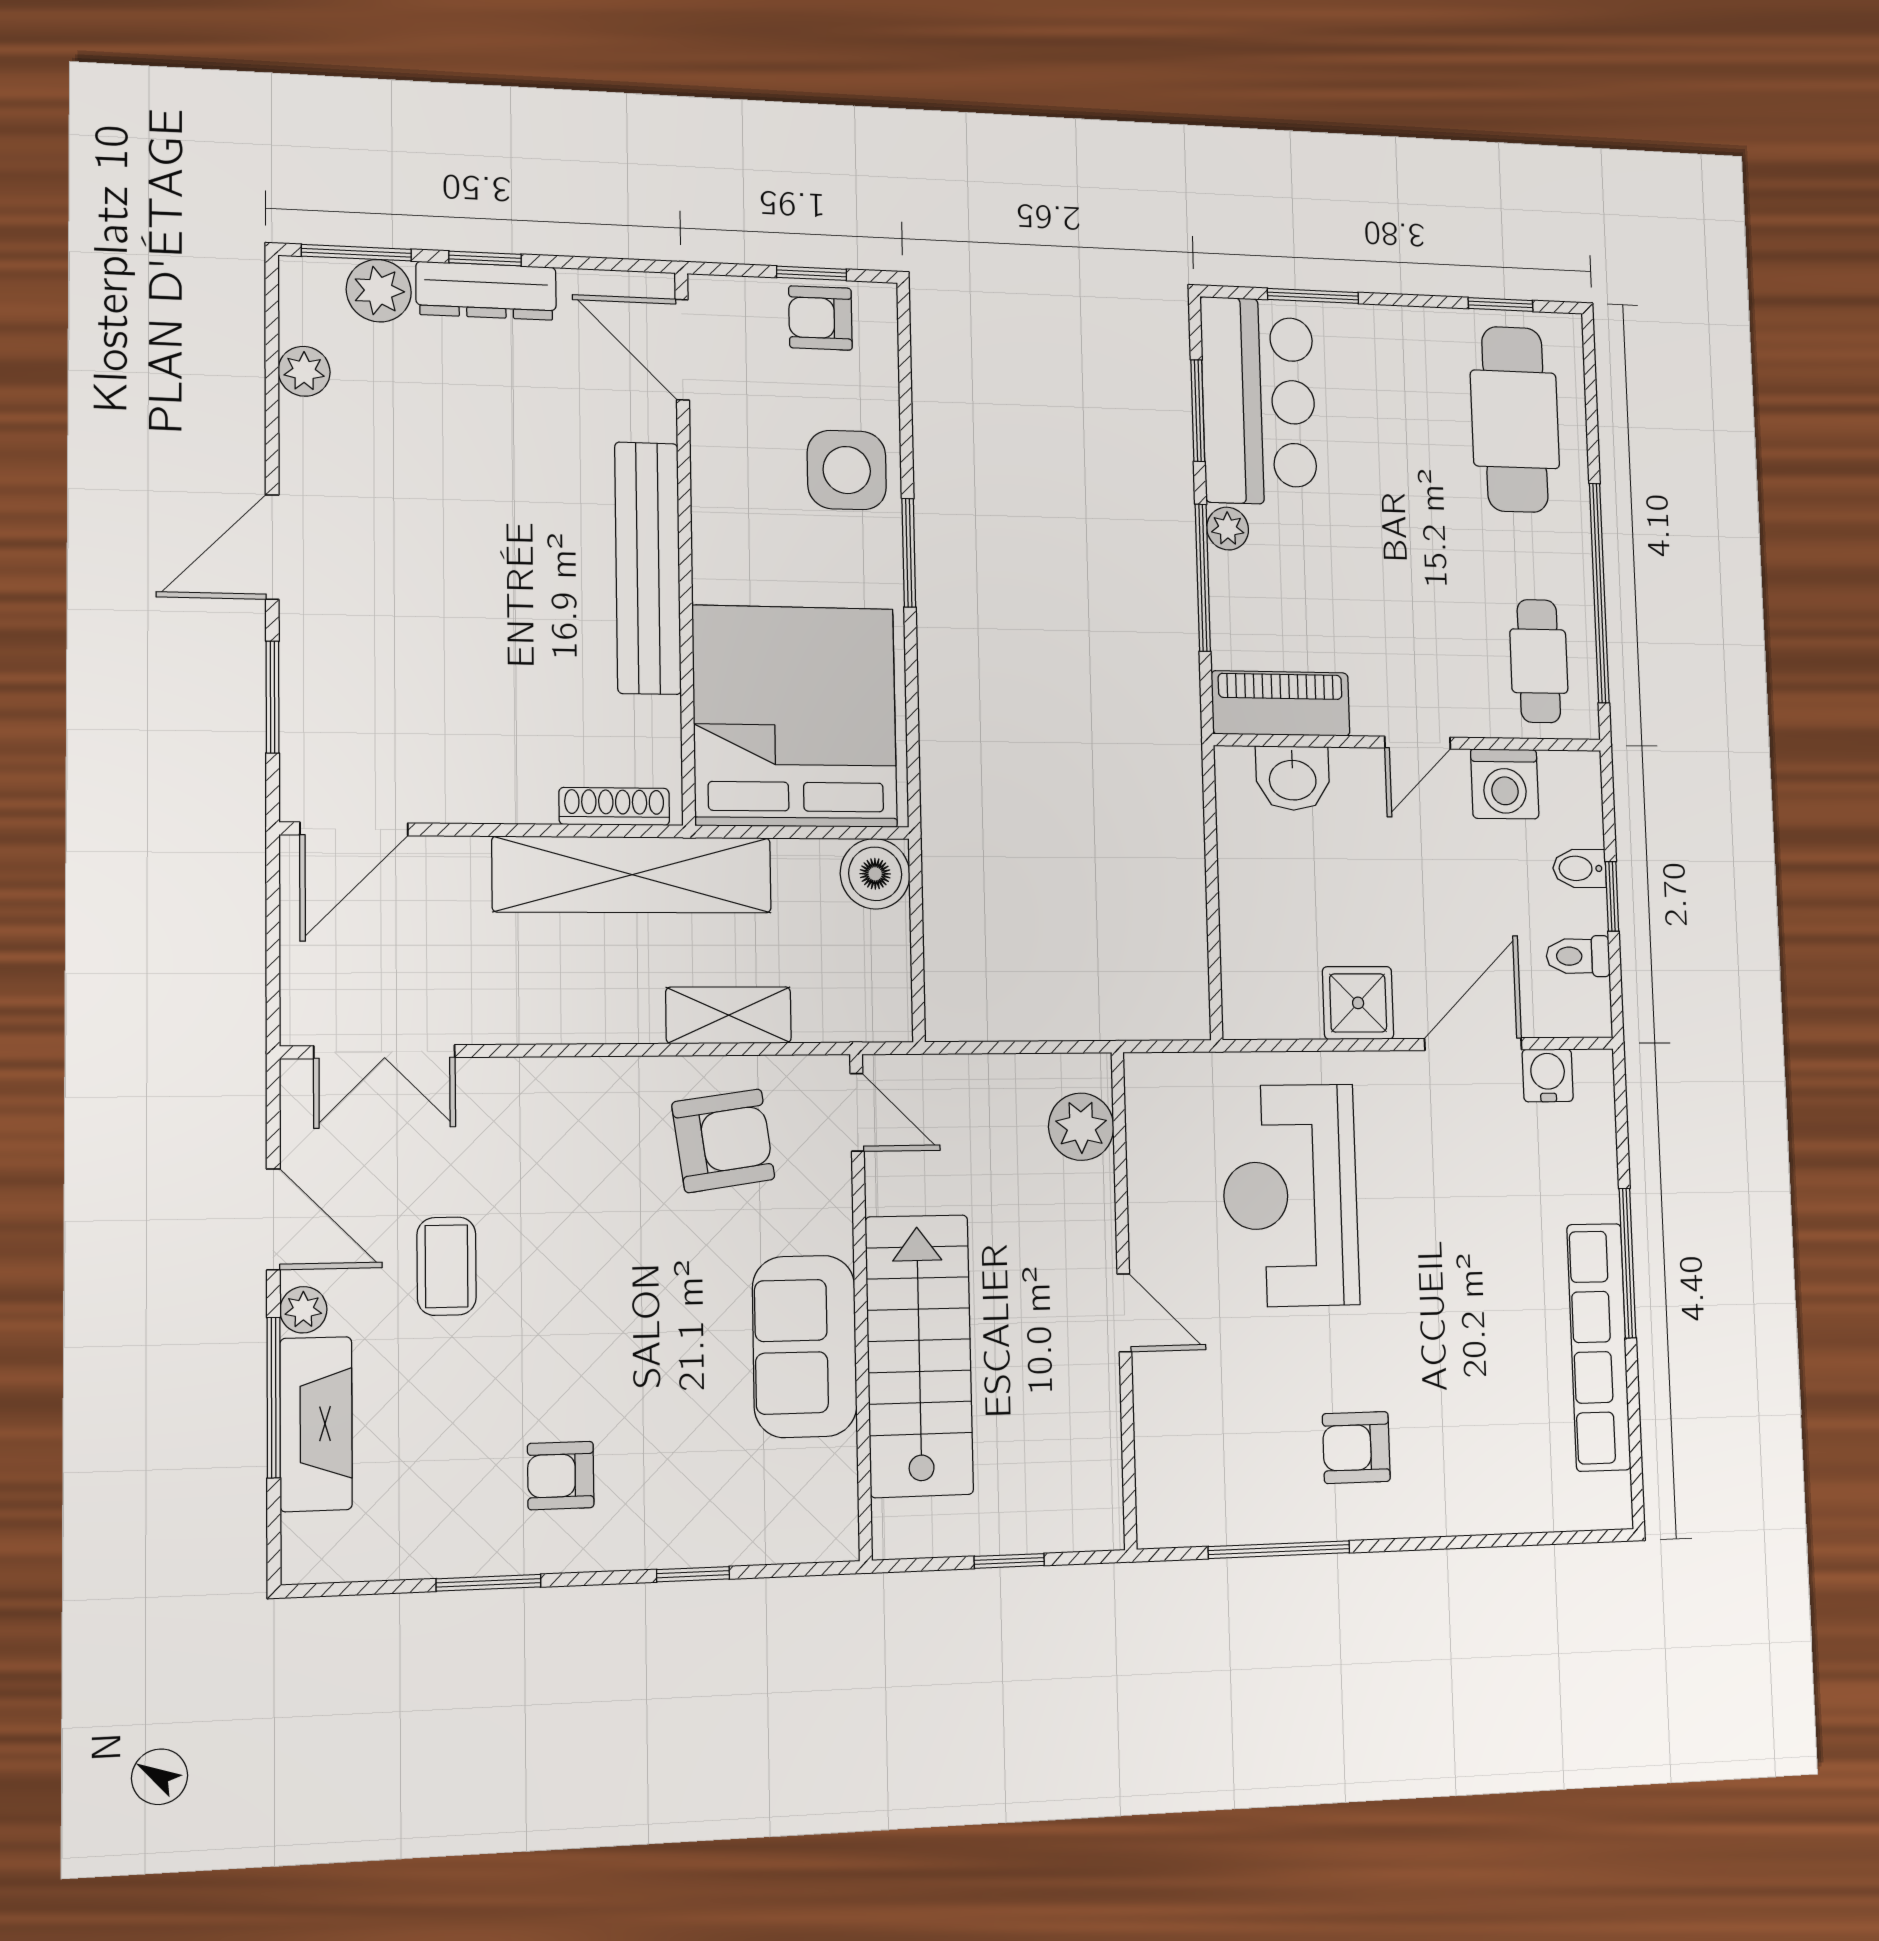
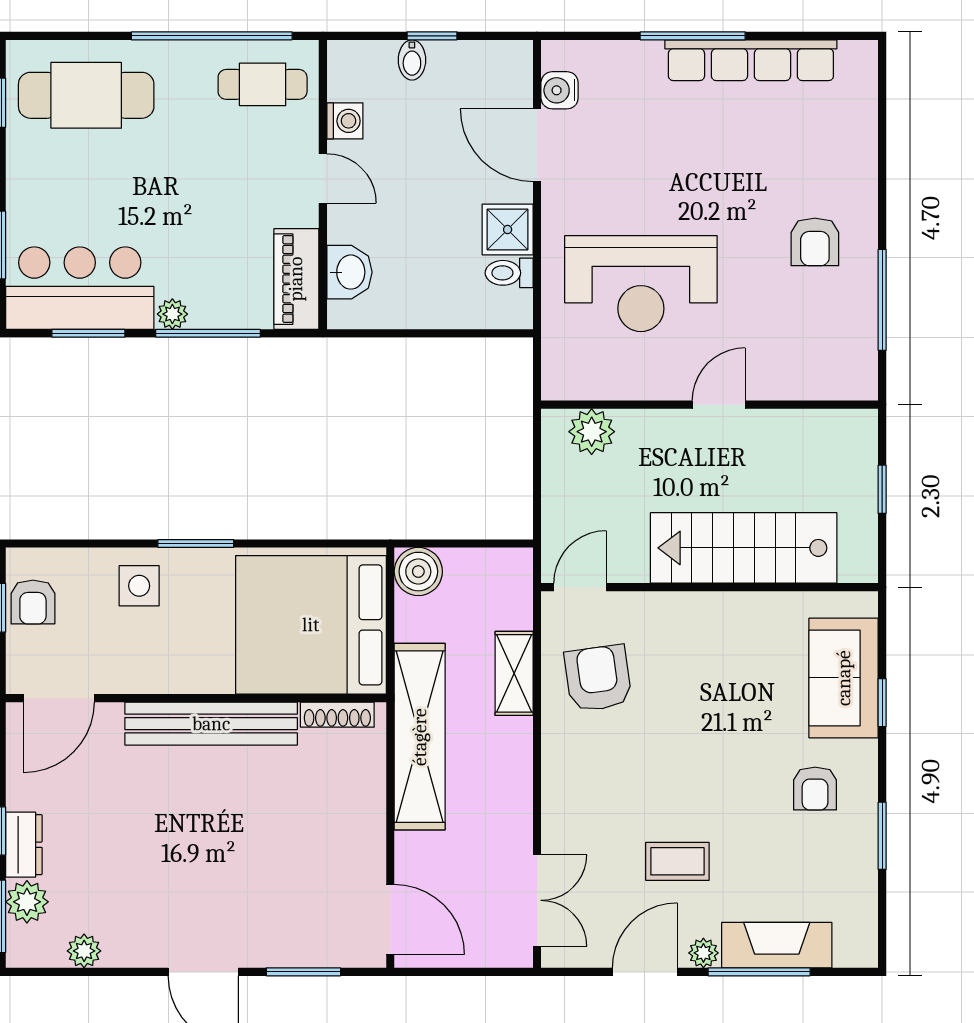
dresser: (486, 291) -> (24, 845), width x0.70
side table: (847, 470) -> (139, 586), width x0.73, depth x0.73
washing machine: (1505, 784) -> (345, 121), width x0.73, depth x0.73
shoe rack: (614, 806) -> (337, 715), moved, turned -90
toilet: (1578, 956) -> (509, 273), moved, turned 90
sofa: (805, 1346) -> (844, 678), moved, turned 90

